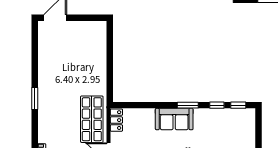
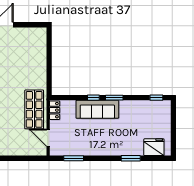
window: (217, 105) -> (93, 98), moved
sofa: (174, 119) -> (97, 109), width x1.36

